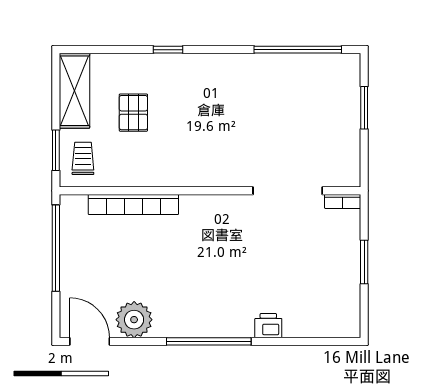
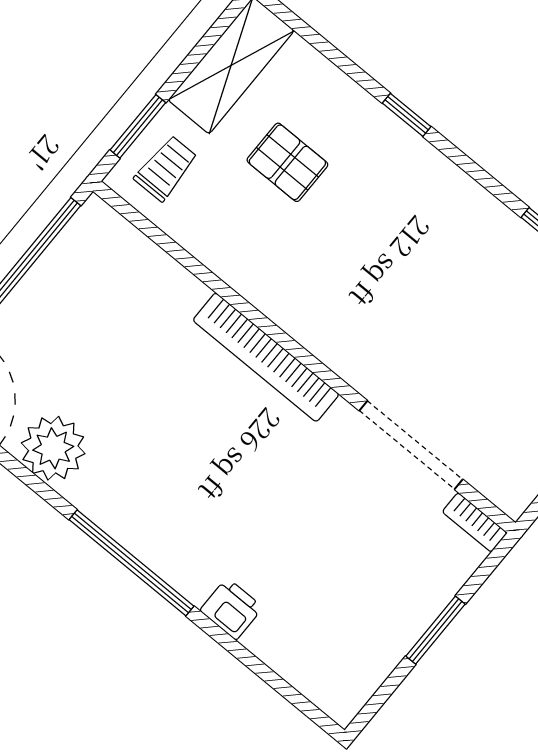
pallet: (133, 113) -> (287, 162), turned 90
bookcase: (133, 205) -> (266, 357), moved

